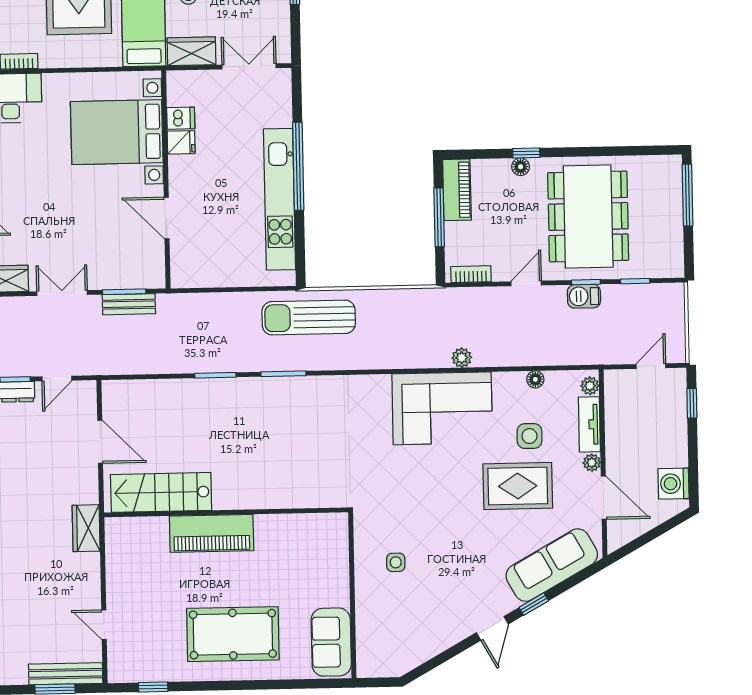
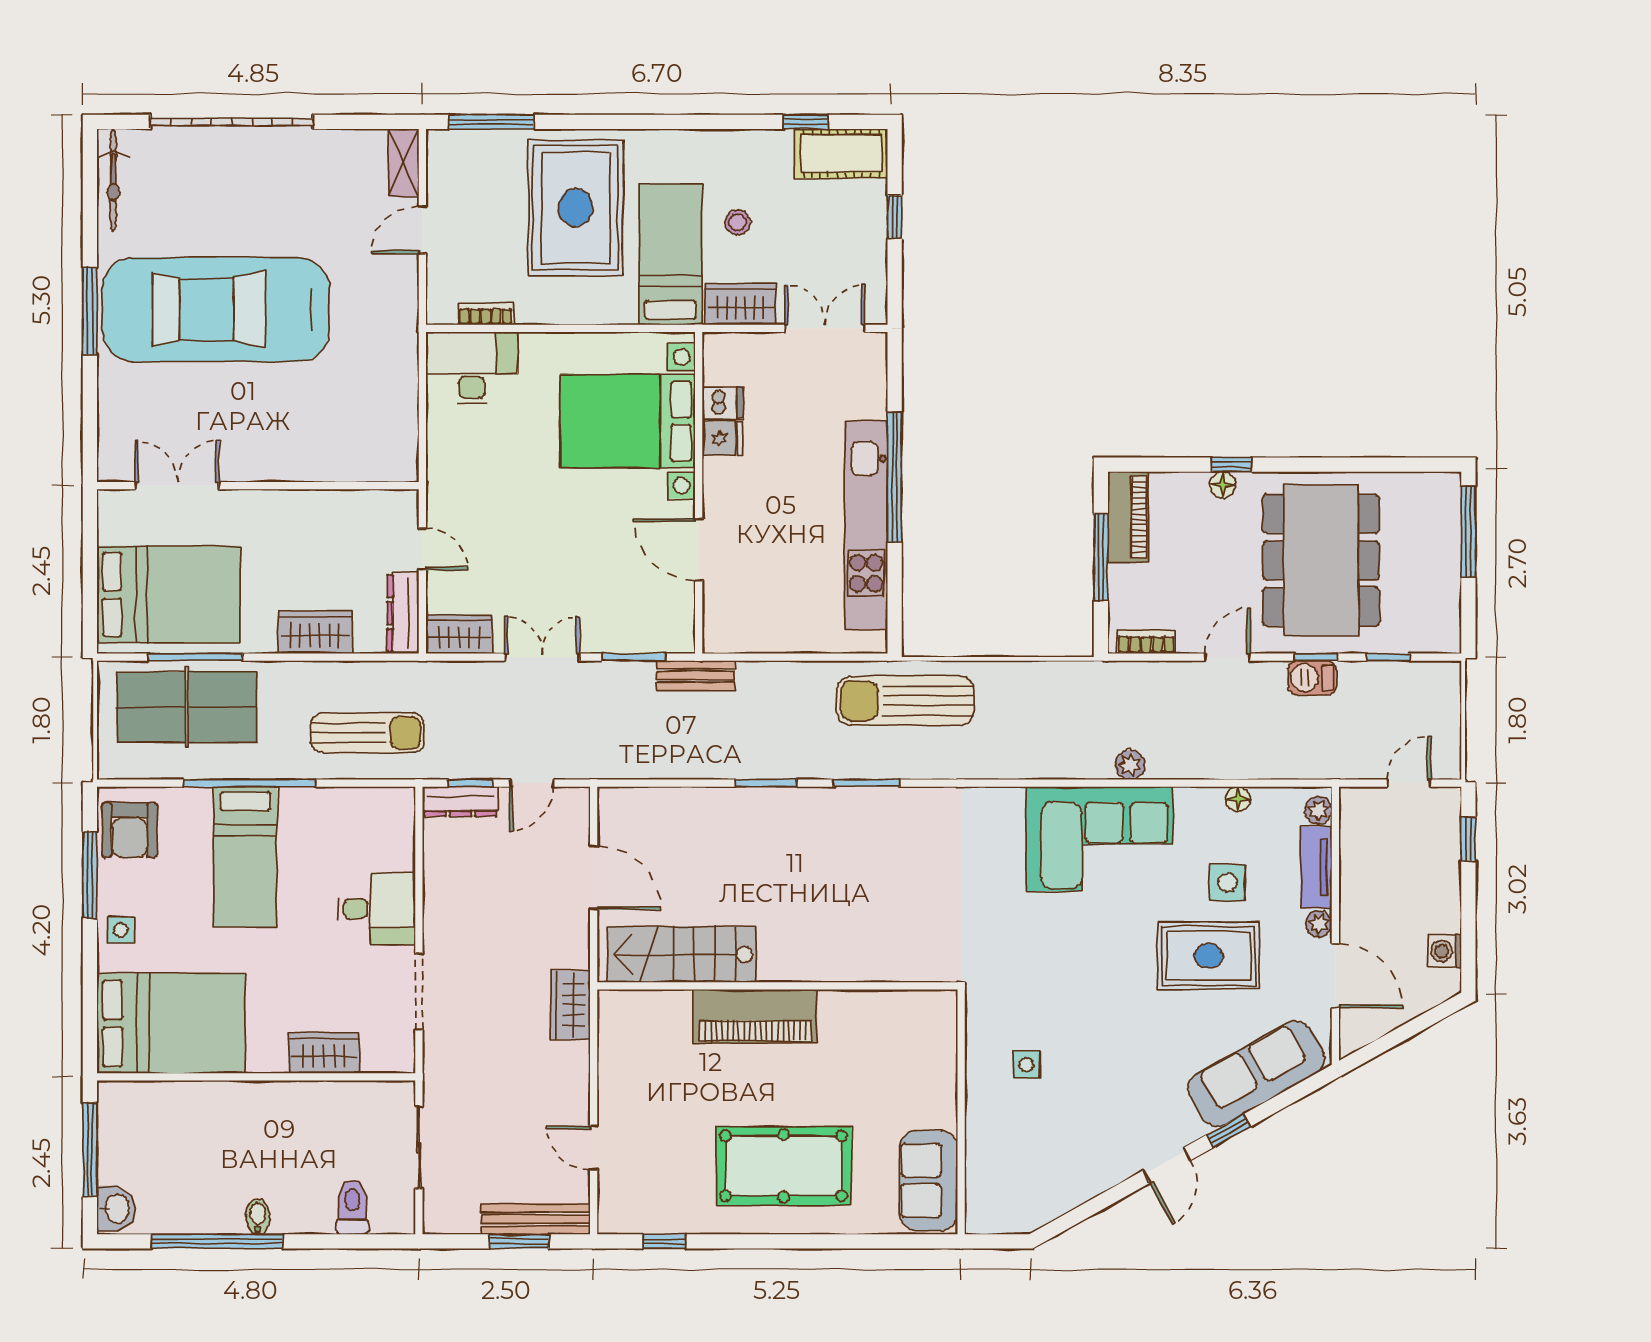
bench: (129, 304) -> (696, 676), moved
washing machine: (674, 484) -> (1445, 951), width x0.73, depth x0.73

